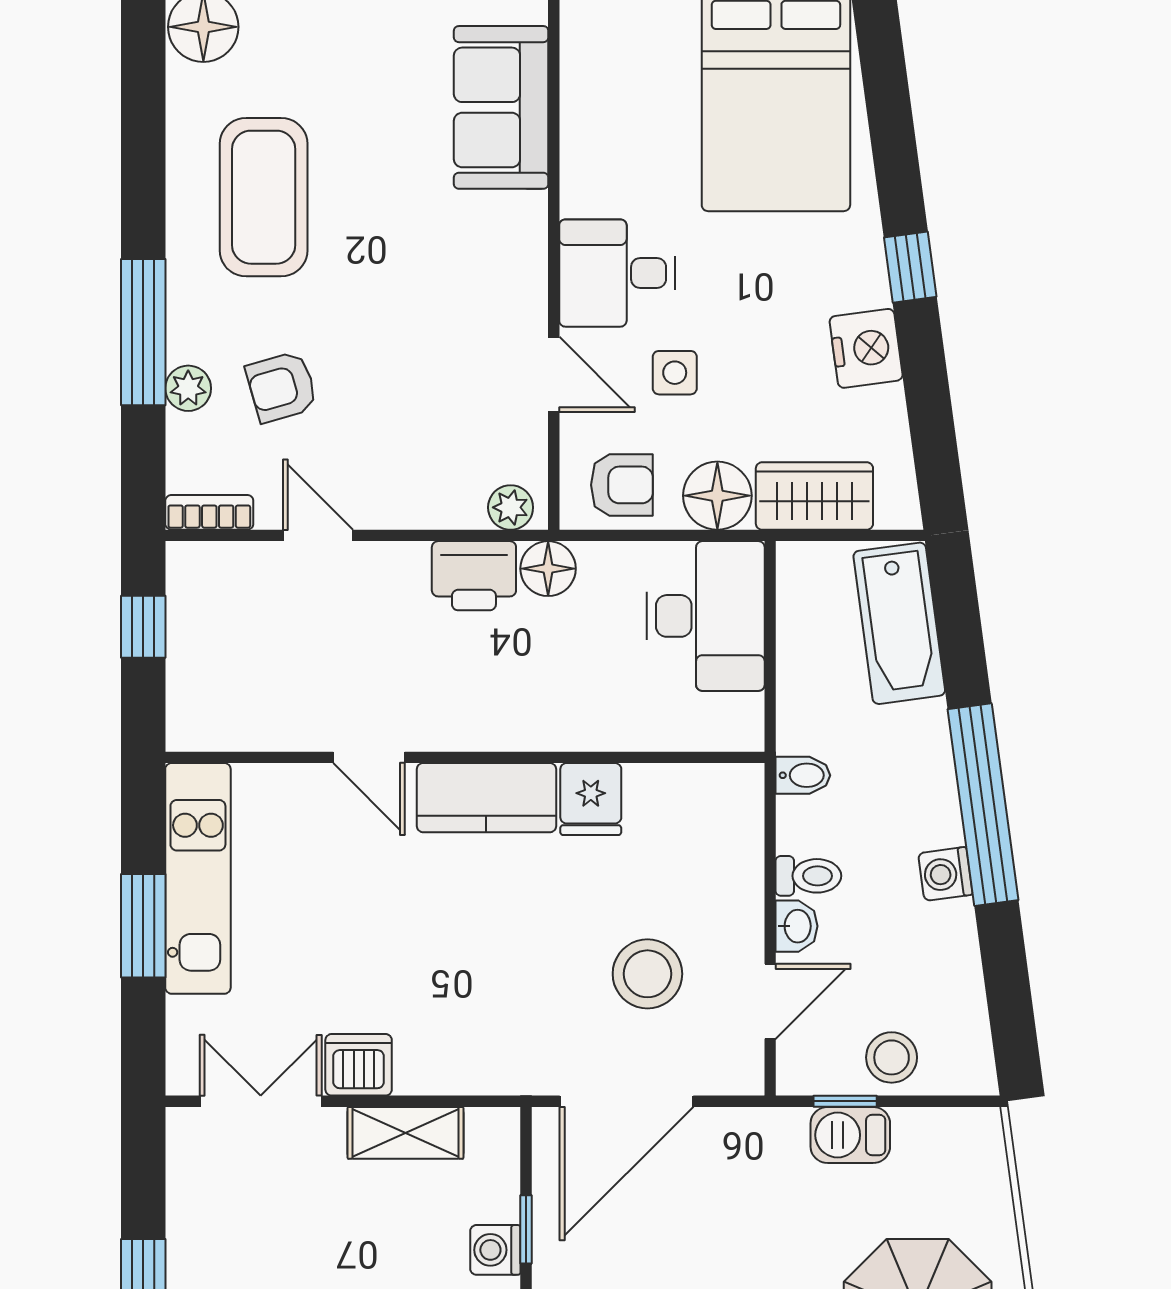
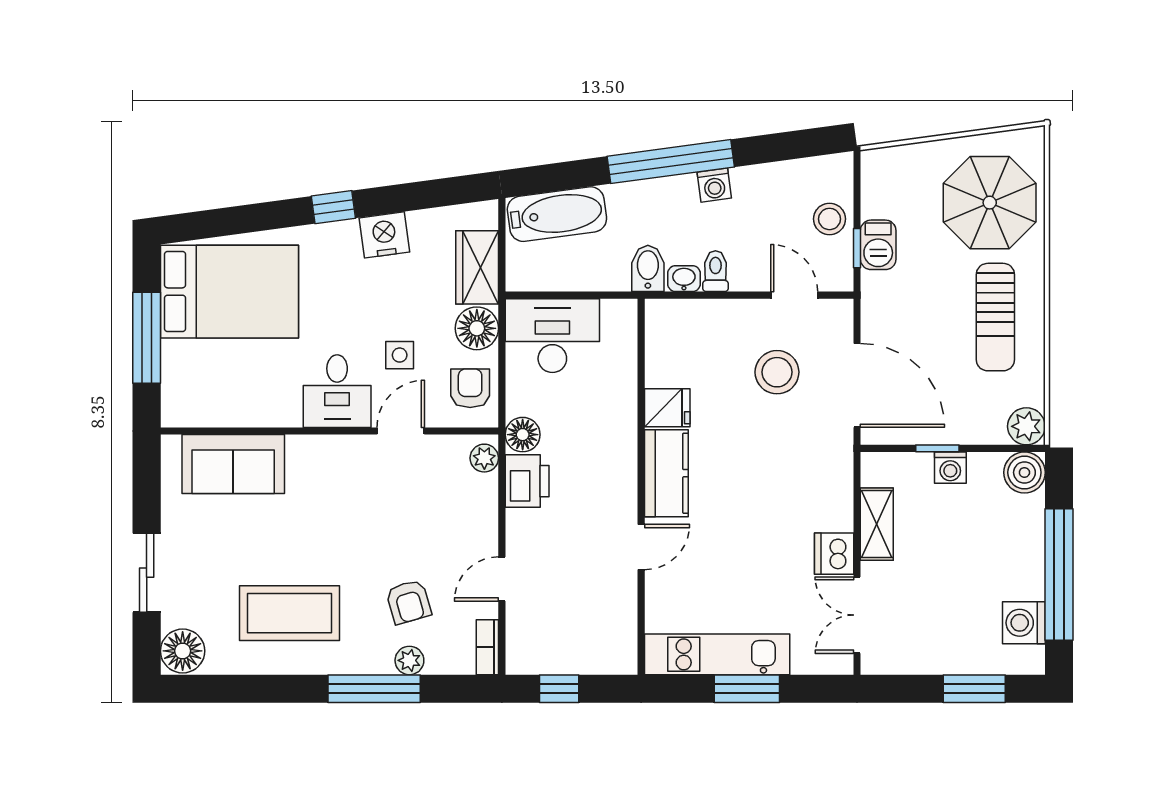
bidet: (803, 775) -> (648, 268), width x1.38, depth x1.36
washbasin: (796, 926) -> (684, 279), moved

